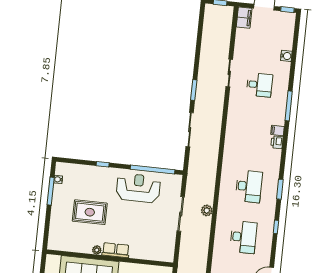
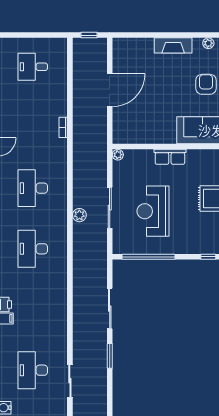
desk: (259, 85) -> (33, 370), width x1.37
reception desk: (138, 188) -> (153, 211), moved, turned 90
plant: (97, 250) -> (118, 155), moved
row of seats: (116, 250) -> (170, 157), moved

